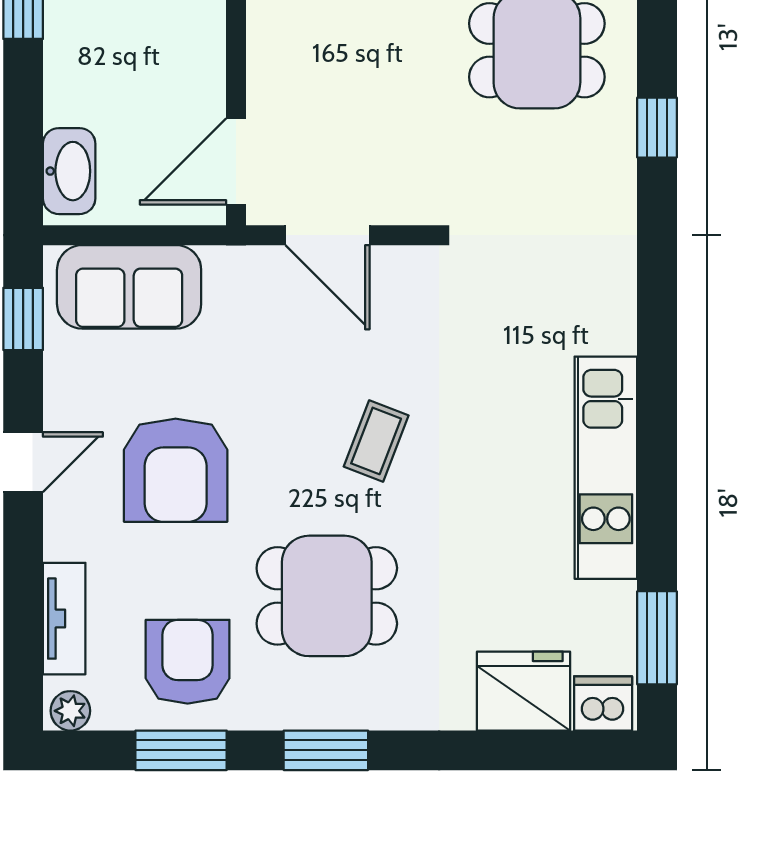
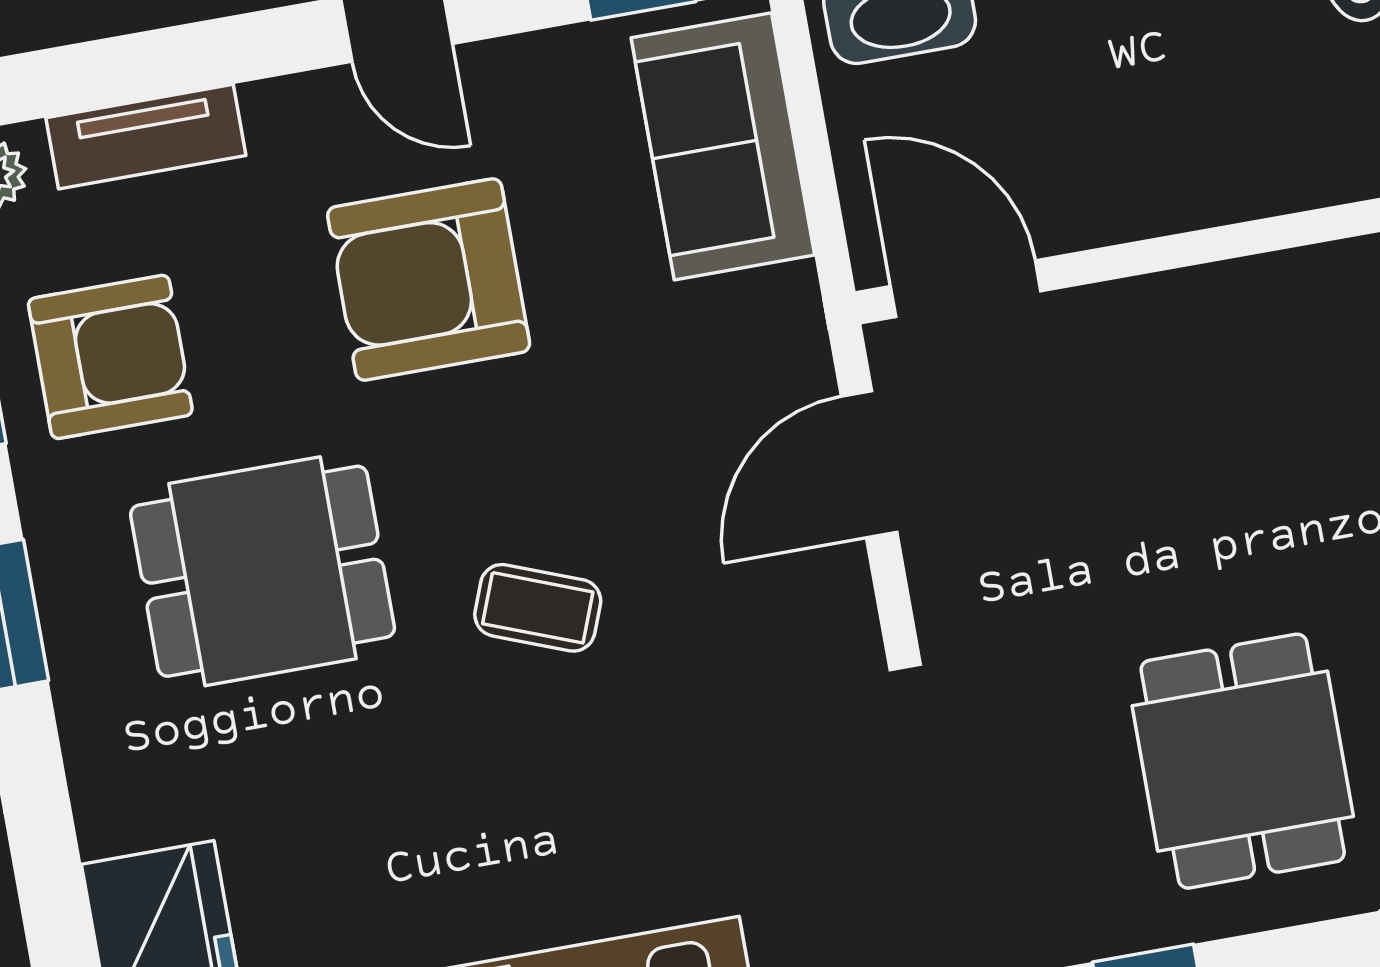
dining table: (327, 596) -> (263, 571), turned 90

